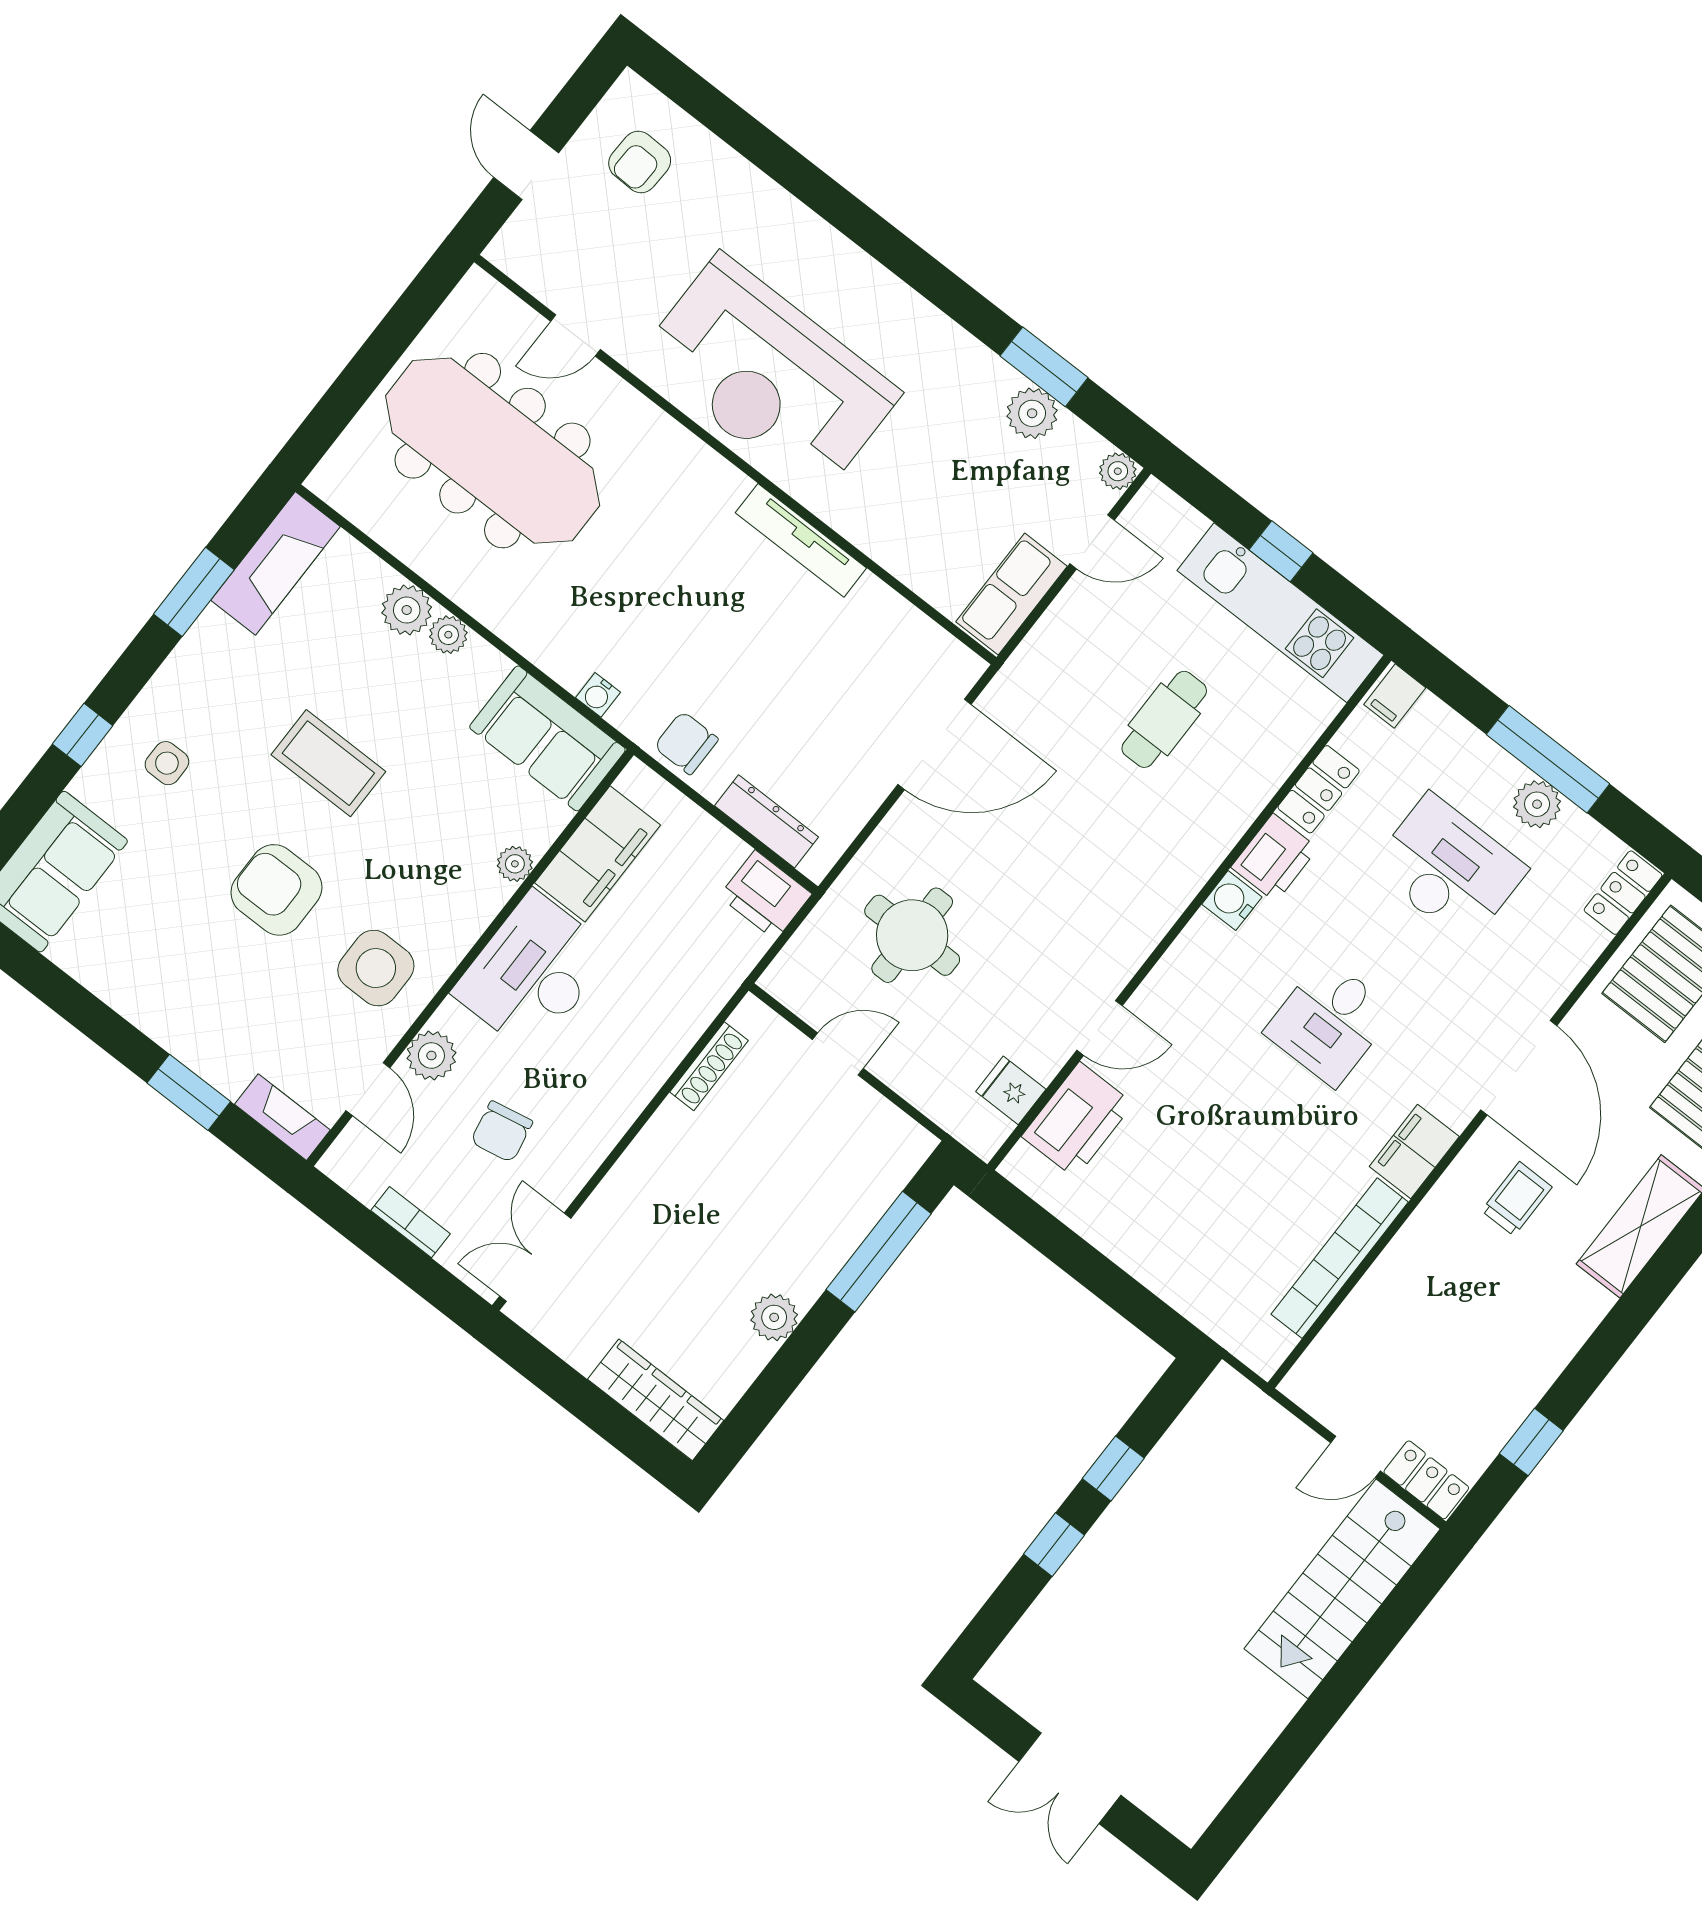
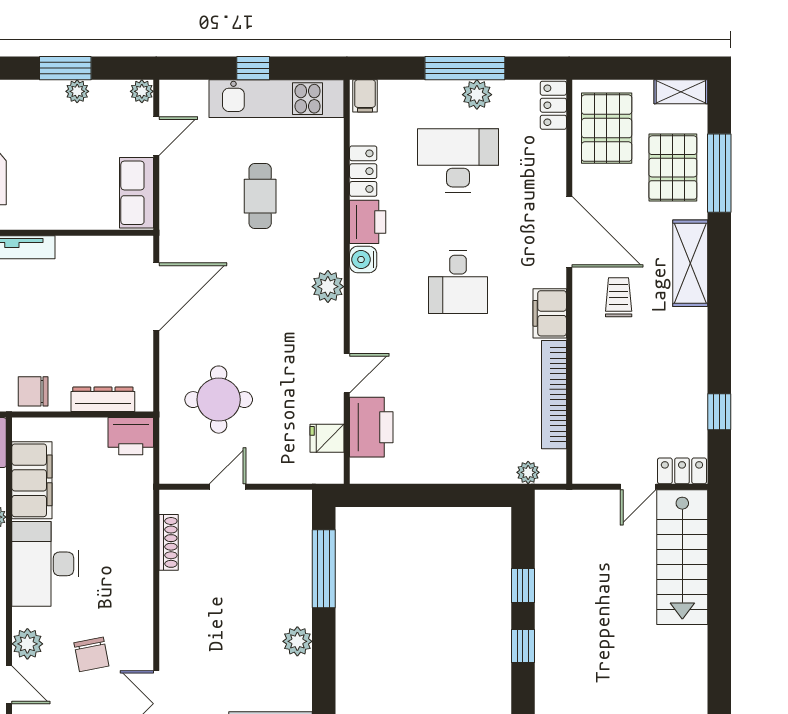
plant: (1032, 413) -> (77, 91), width x0.73, depth x0.73
plant: (1161, 900) -> (328, 287), added
plant: (1231, 1331) -> (528, 472), added

